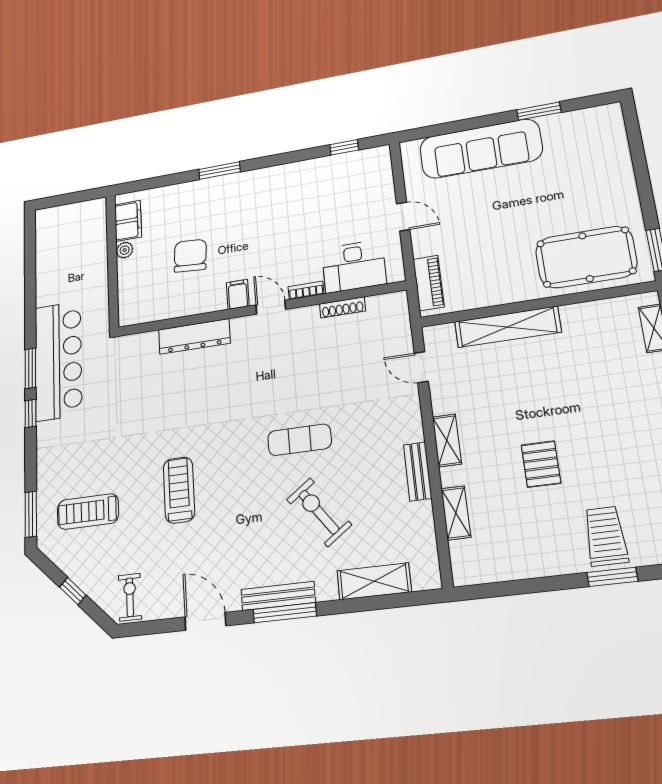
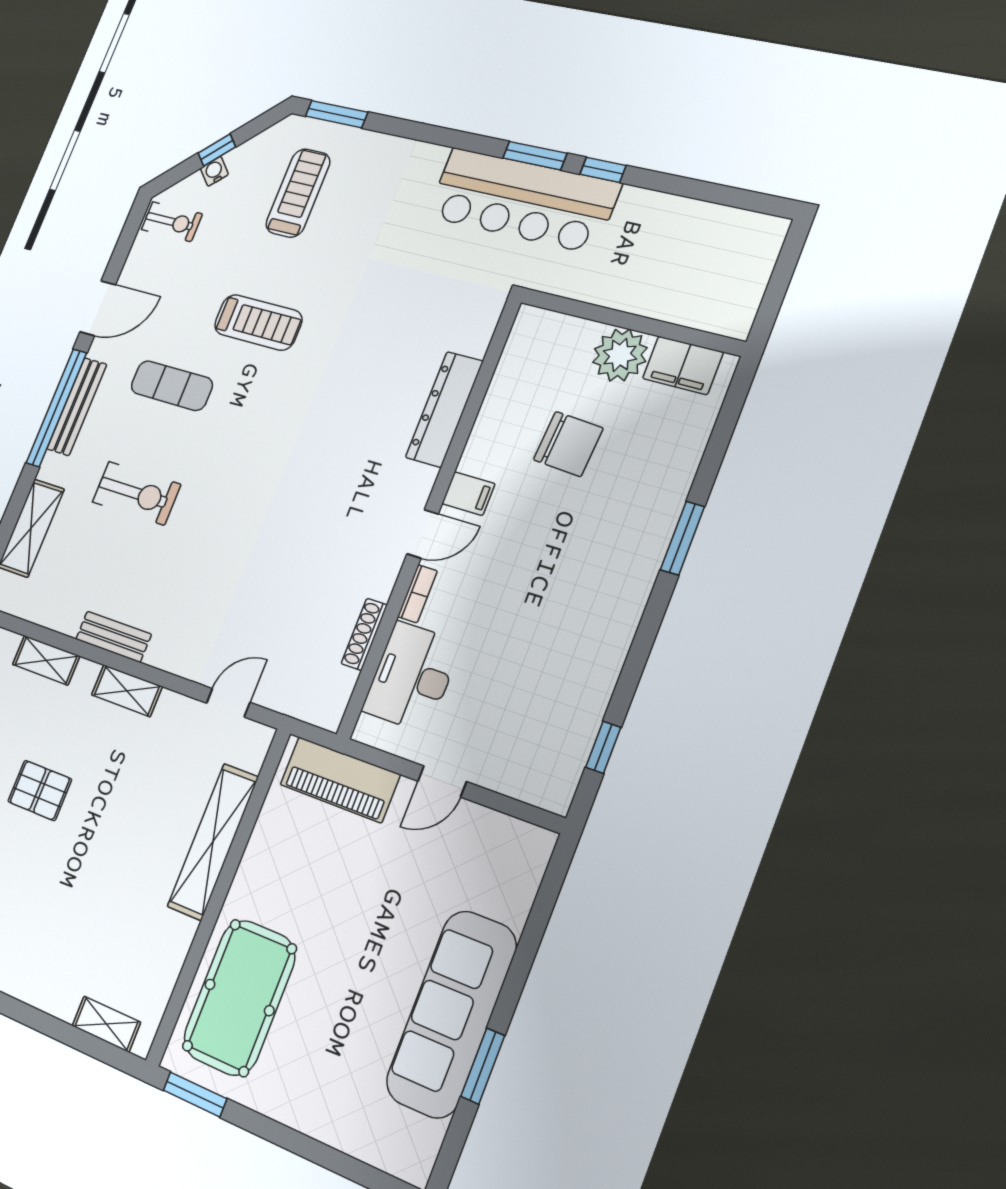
sofa: (481, 149) -> (451, 1014), moved
plant: (125, 250) -> (620, 355), width x1.87, depth x1.87
piano: (429, 283) -> (340, 780), width x1.37, depth x1.33
window: (31, 413) -> (603, 170), moved
exercise mat: (299, 440) -> (172, 386), moved, turned 90
exercise bike: (319, 512) -> (136, 493), turned 36
water cooler: (88, 584) -> (214, 171), added
window: (285, 613) -> (56, 408), width x1.46

